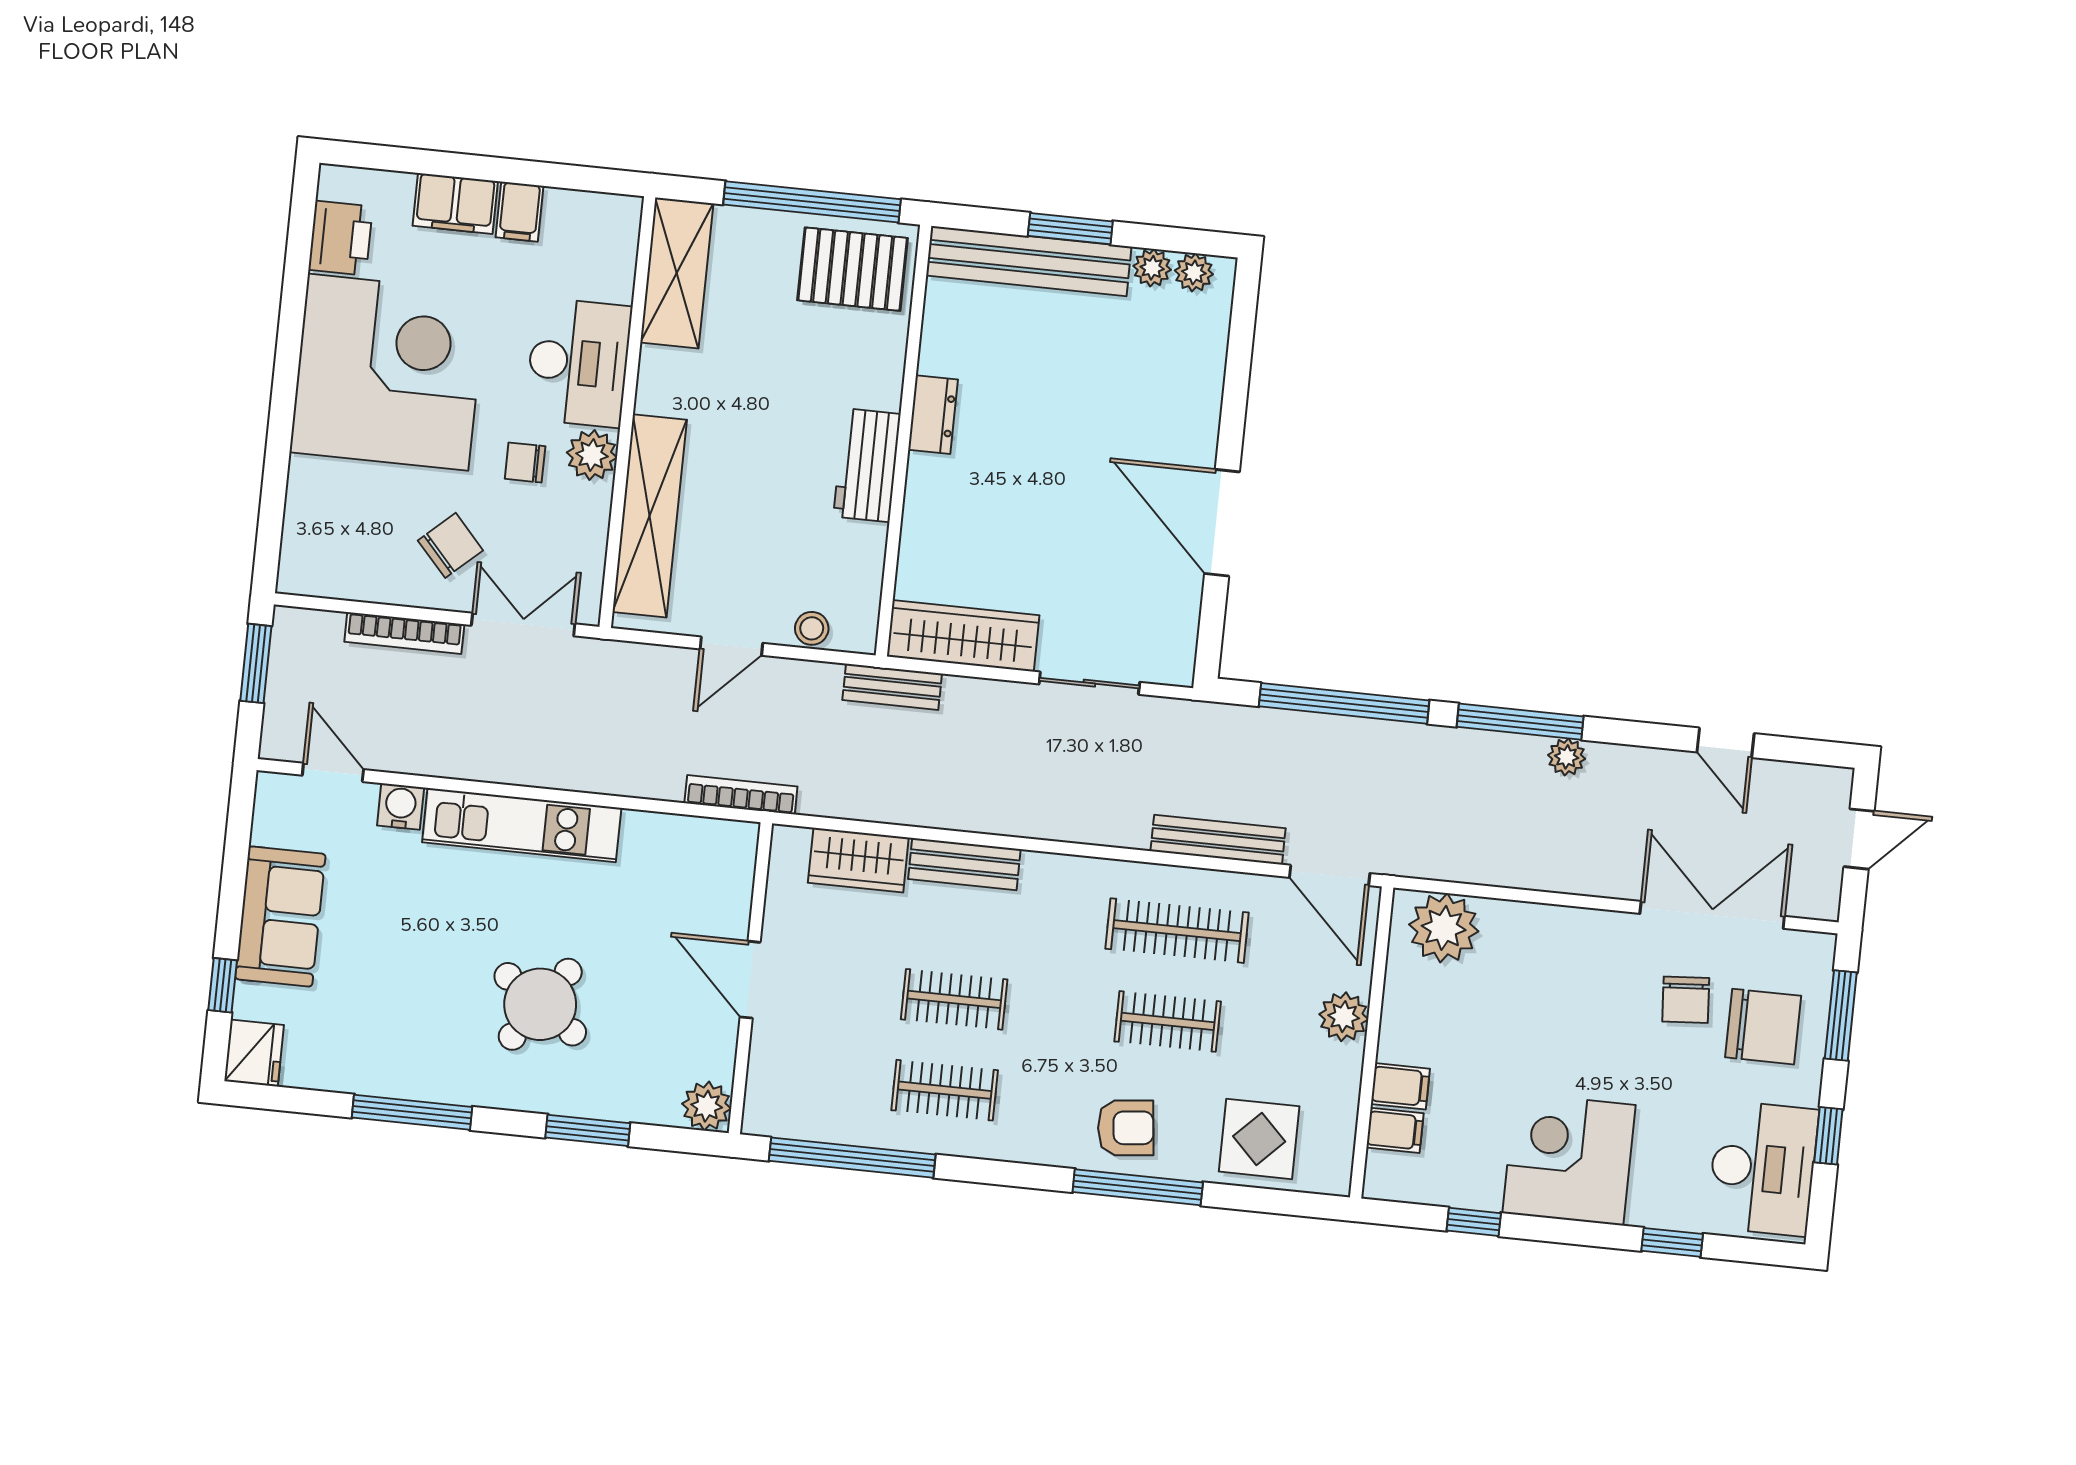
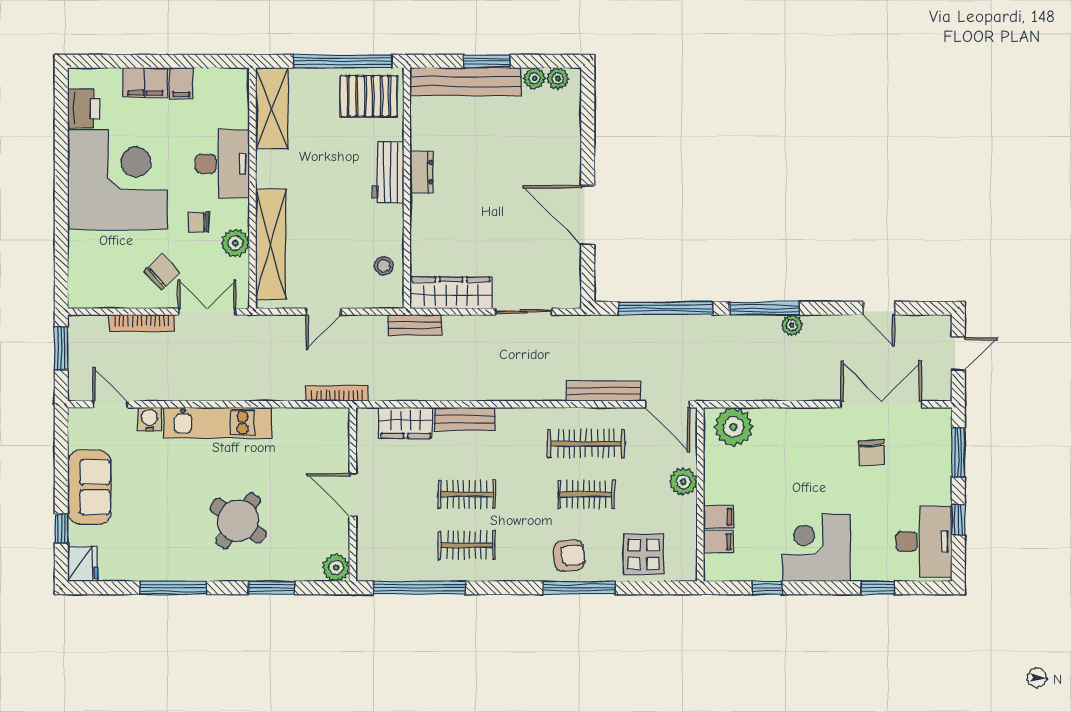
plant: (592, 455) -> (235, 243), moved
workbench: (867, 465) -> (388, 172), moved
stool: (812, 628) -> (384, 266), moved
chair: (1763, 1027) -> (916, 463), removed

